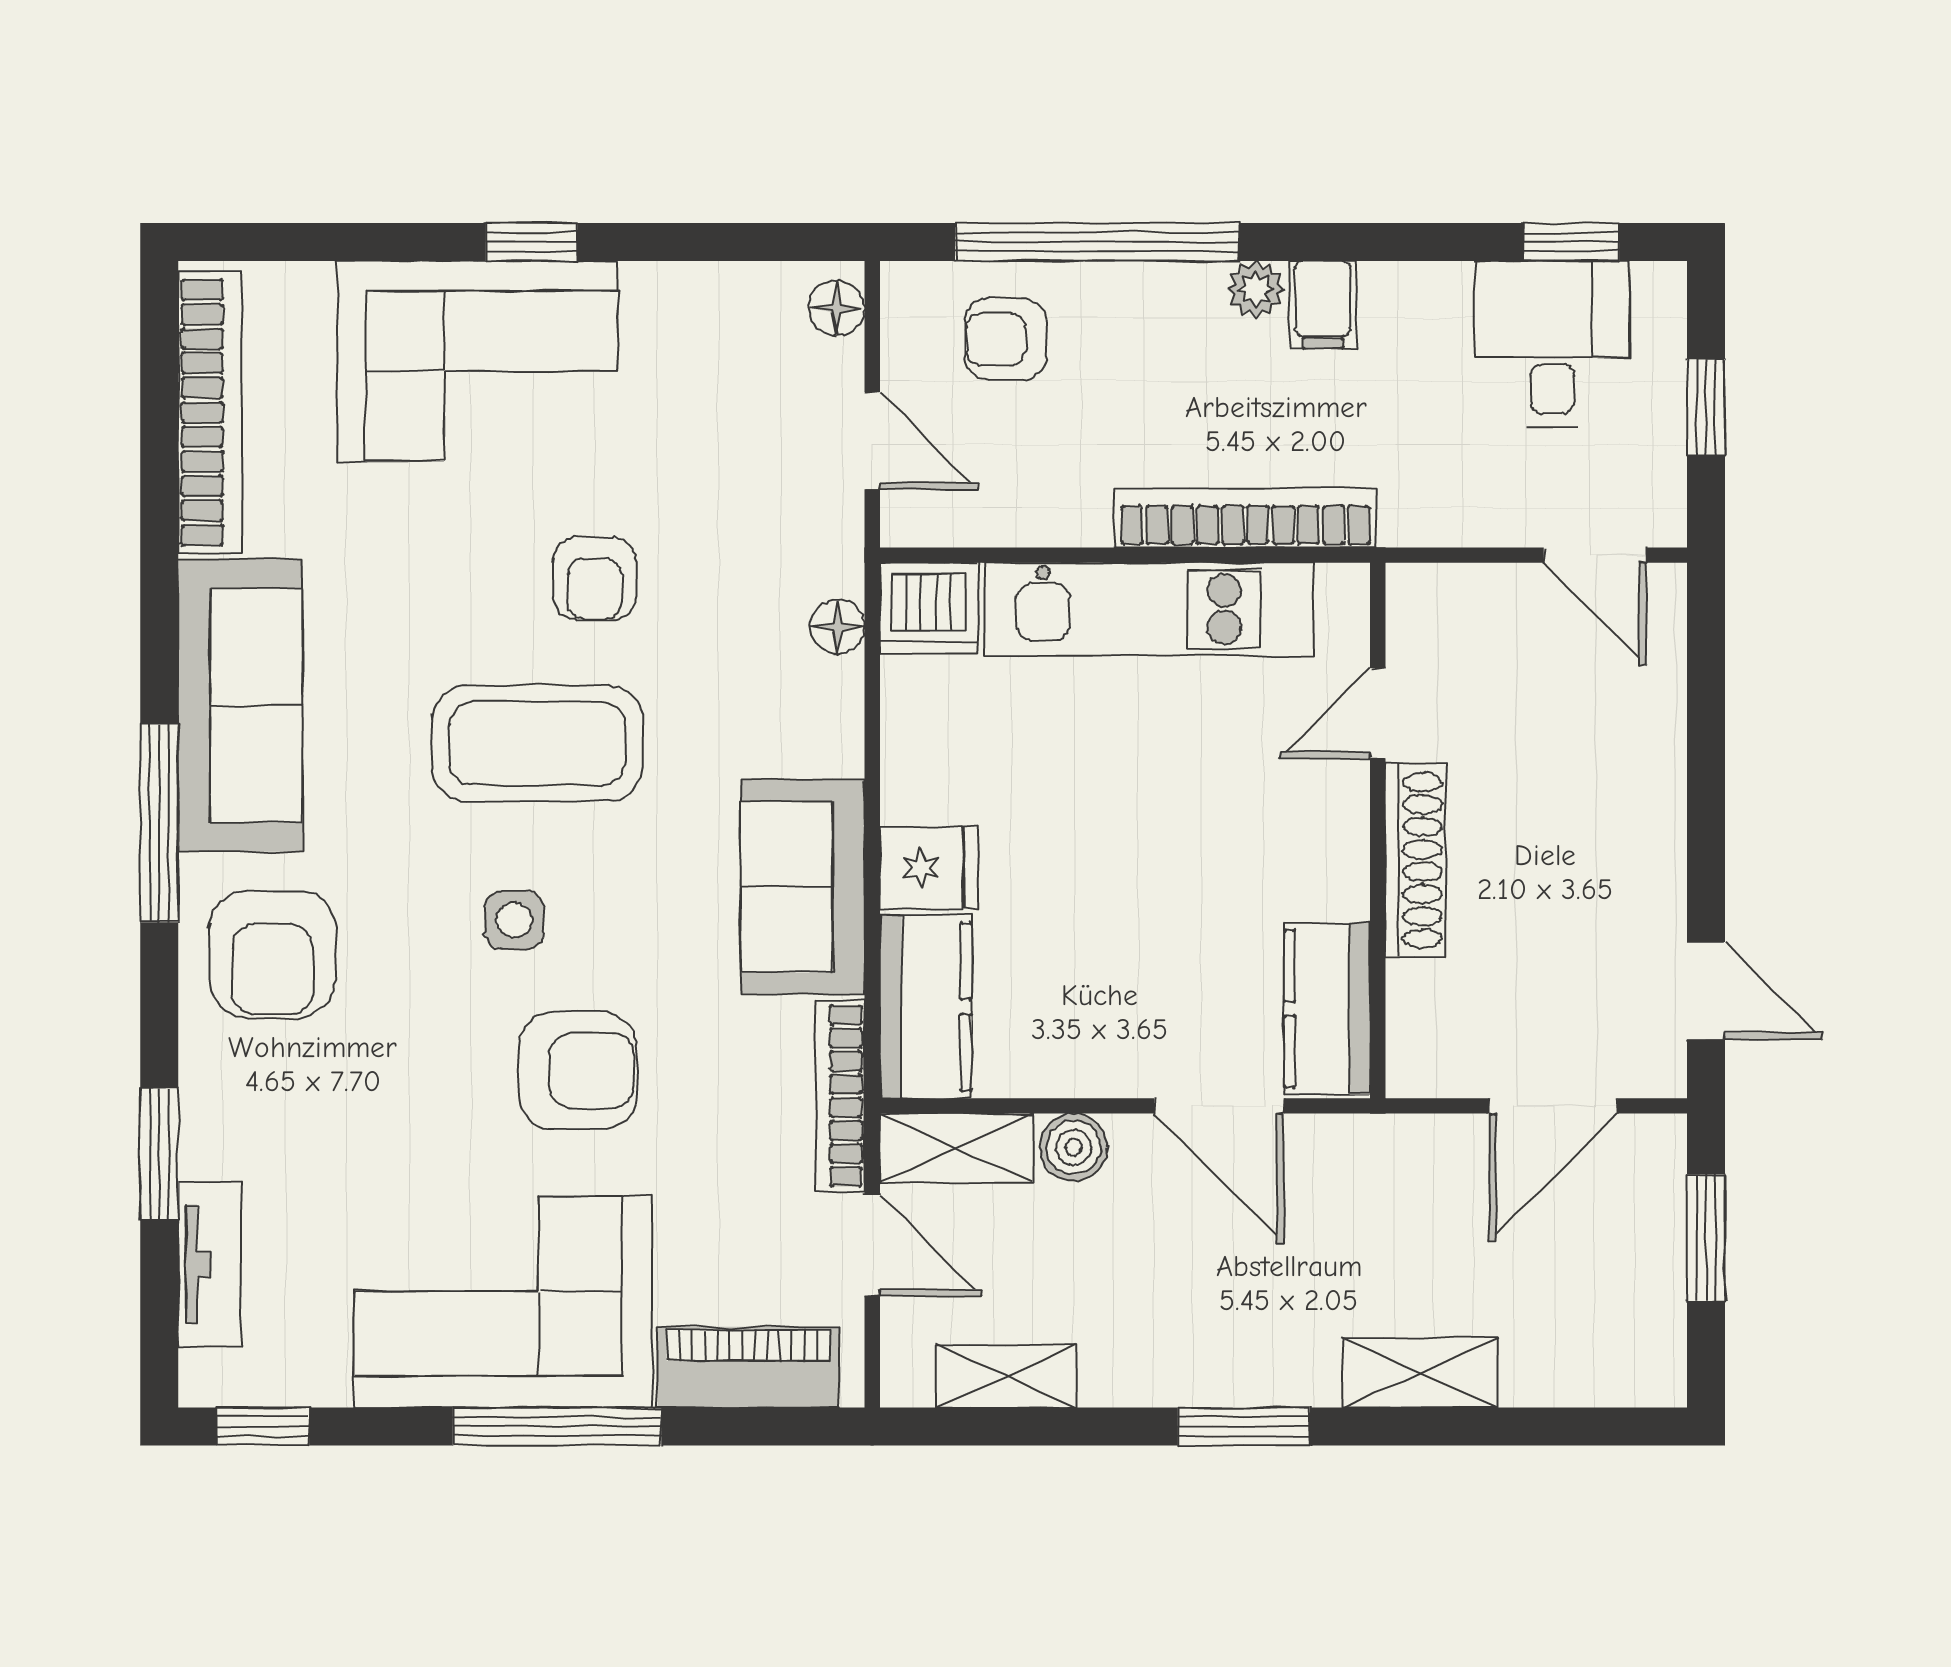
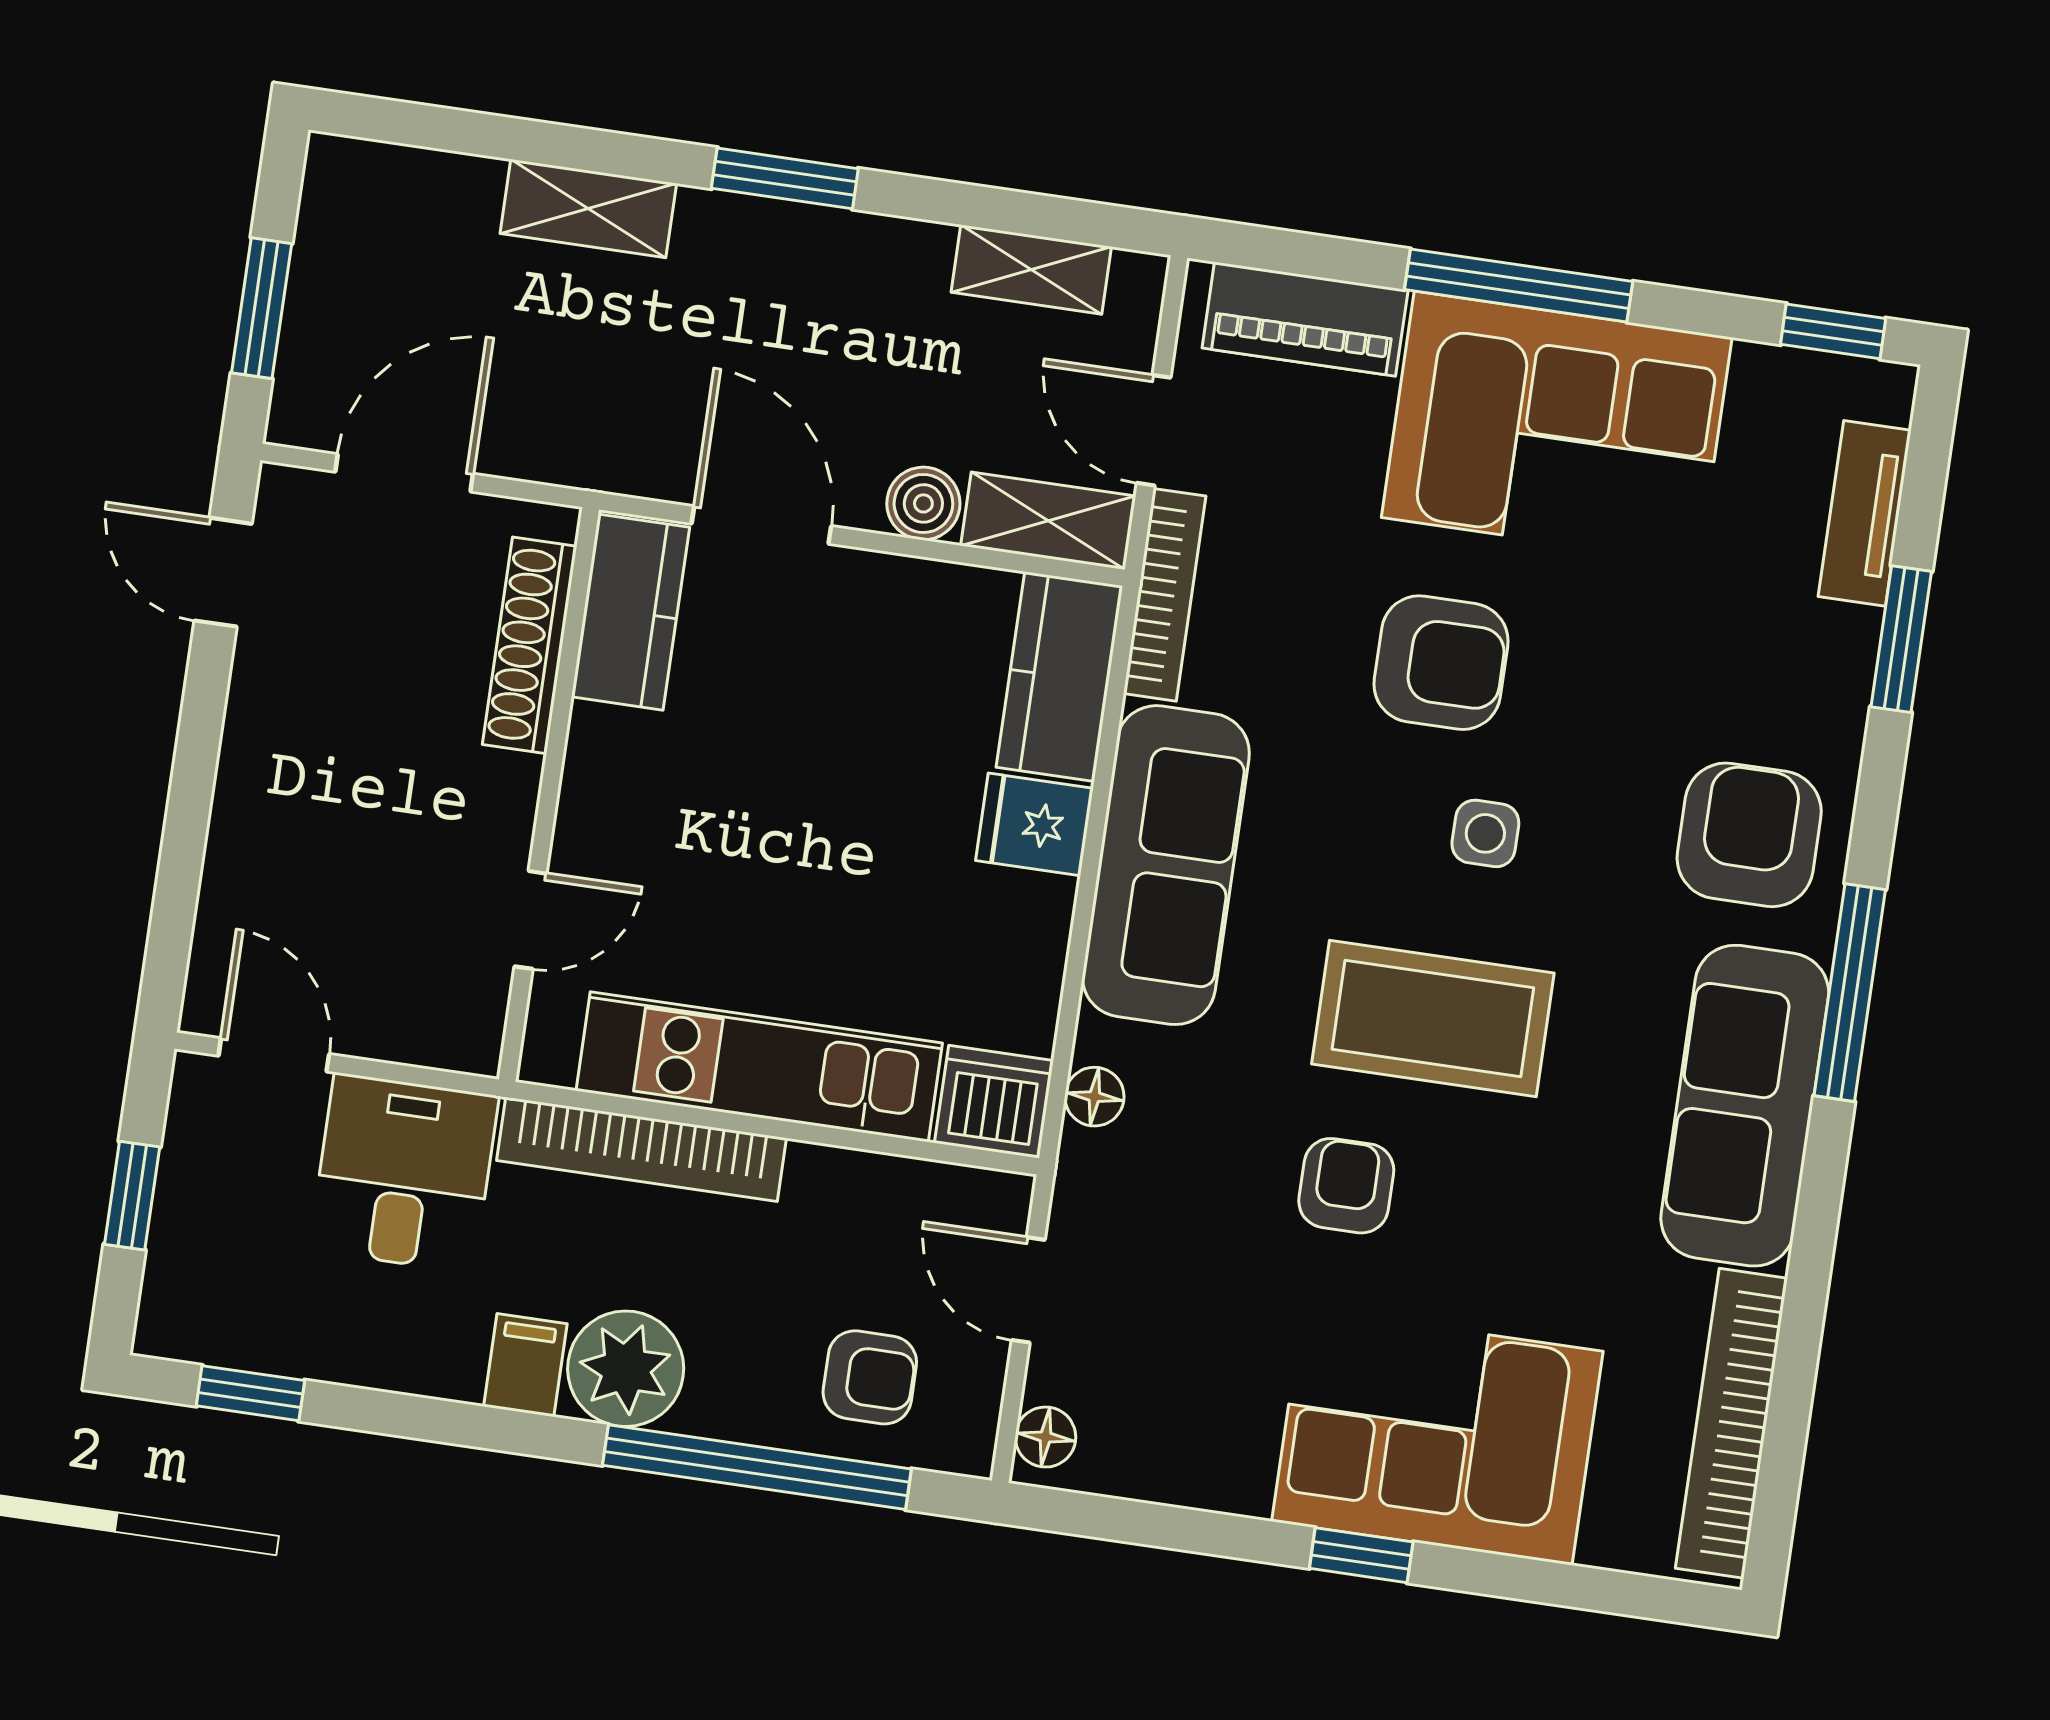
plant: (1256, 289) -> (626, 1369), width x1.88, depth x1.88
desk: (1552, 344) -> (404, 1173), moved, turned 180
shoe rack: (1415, 860) -> (530, 645), moved
sofa: (803, 887) -> (1166, 865), width x1.36
armchair: (578, 1071) -> (1441, 663), turned 180

